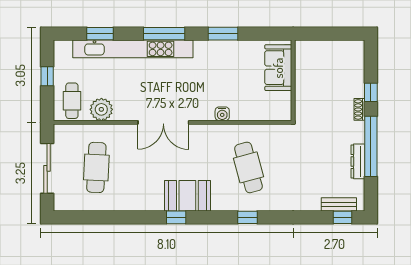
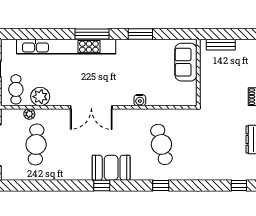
window: (100, 34) -> (39, 34), removed
plant: (88, 130) -> (29, 114), added
bench: (339, 204) -> (221, 45), moved

